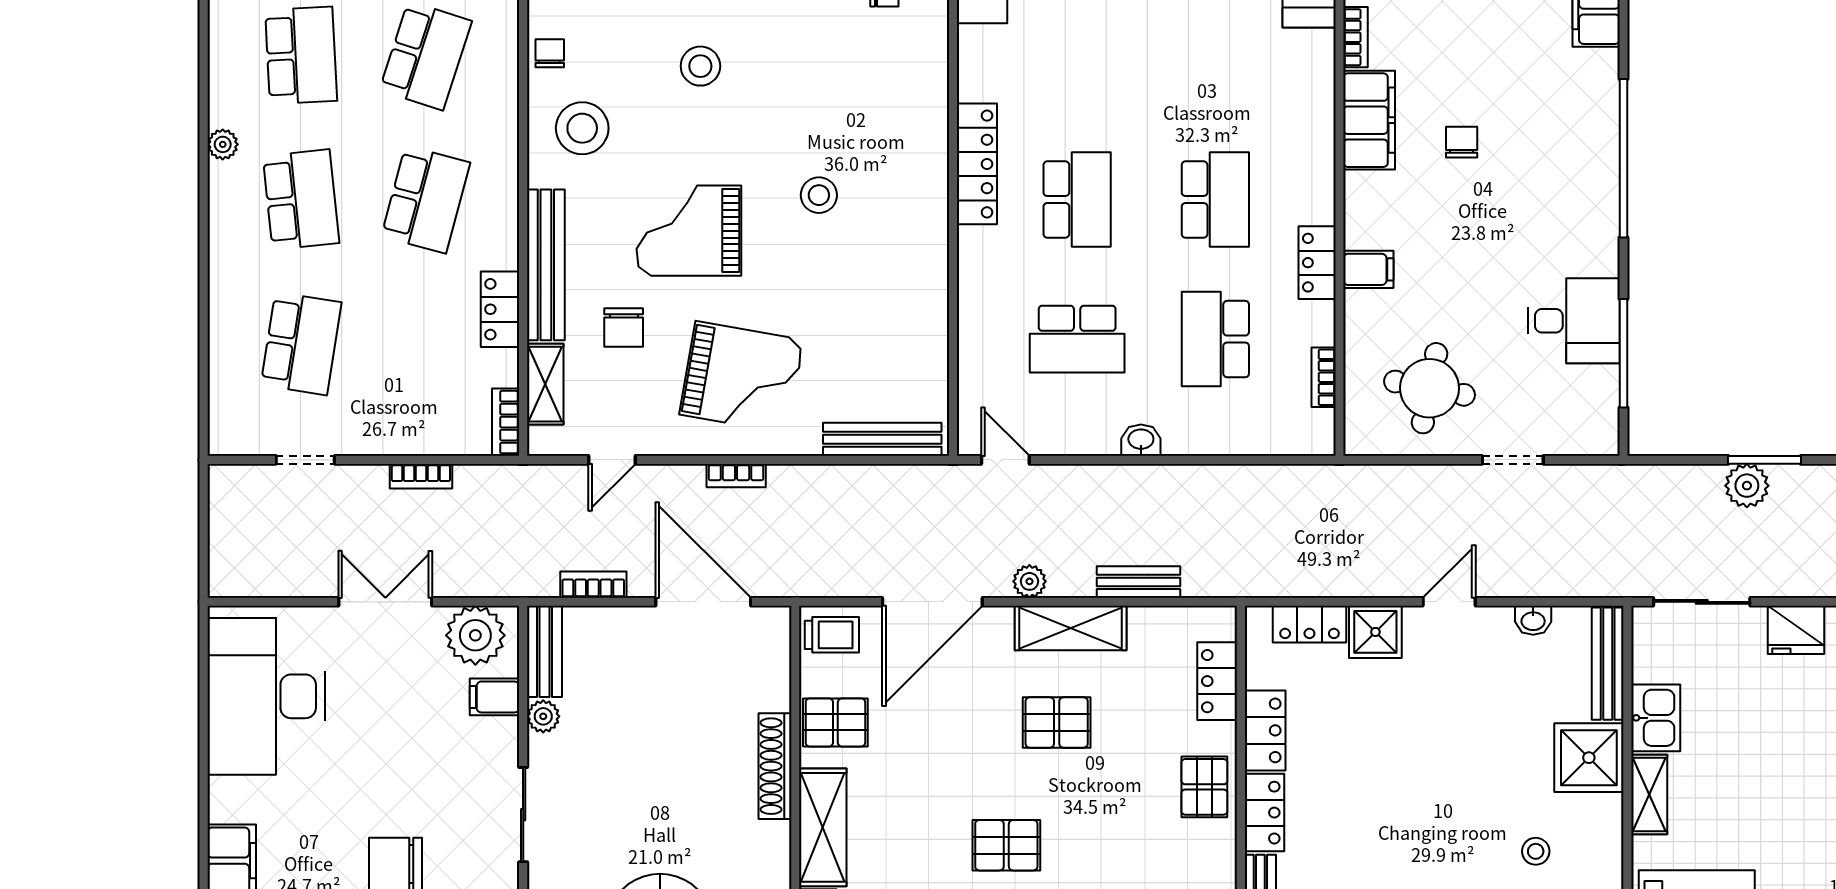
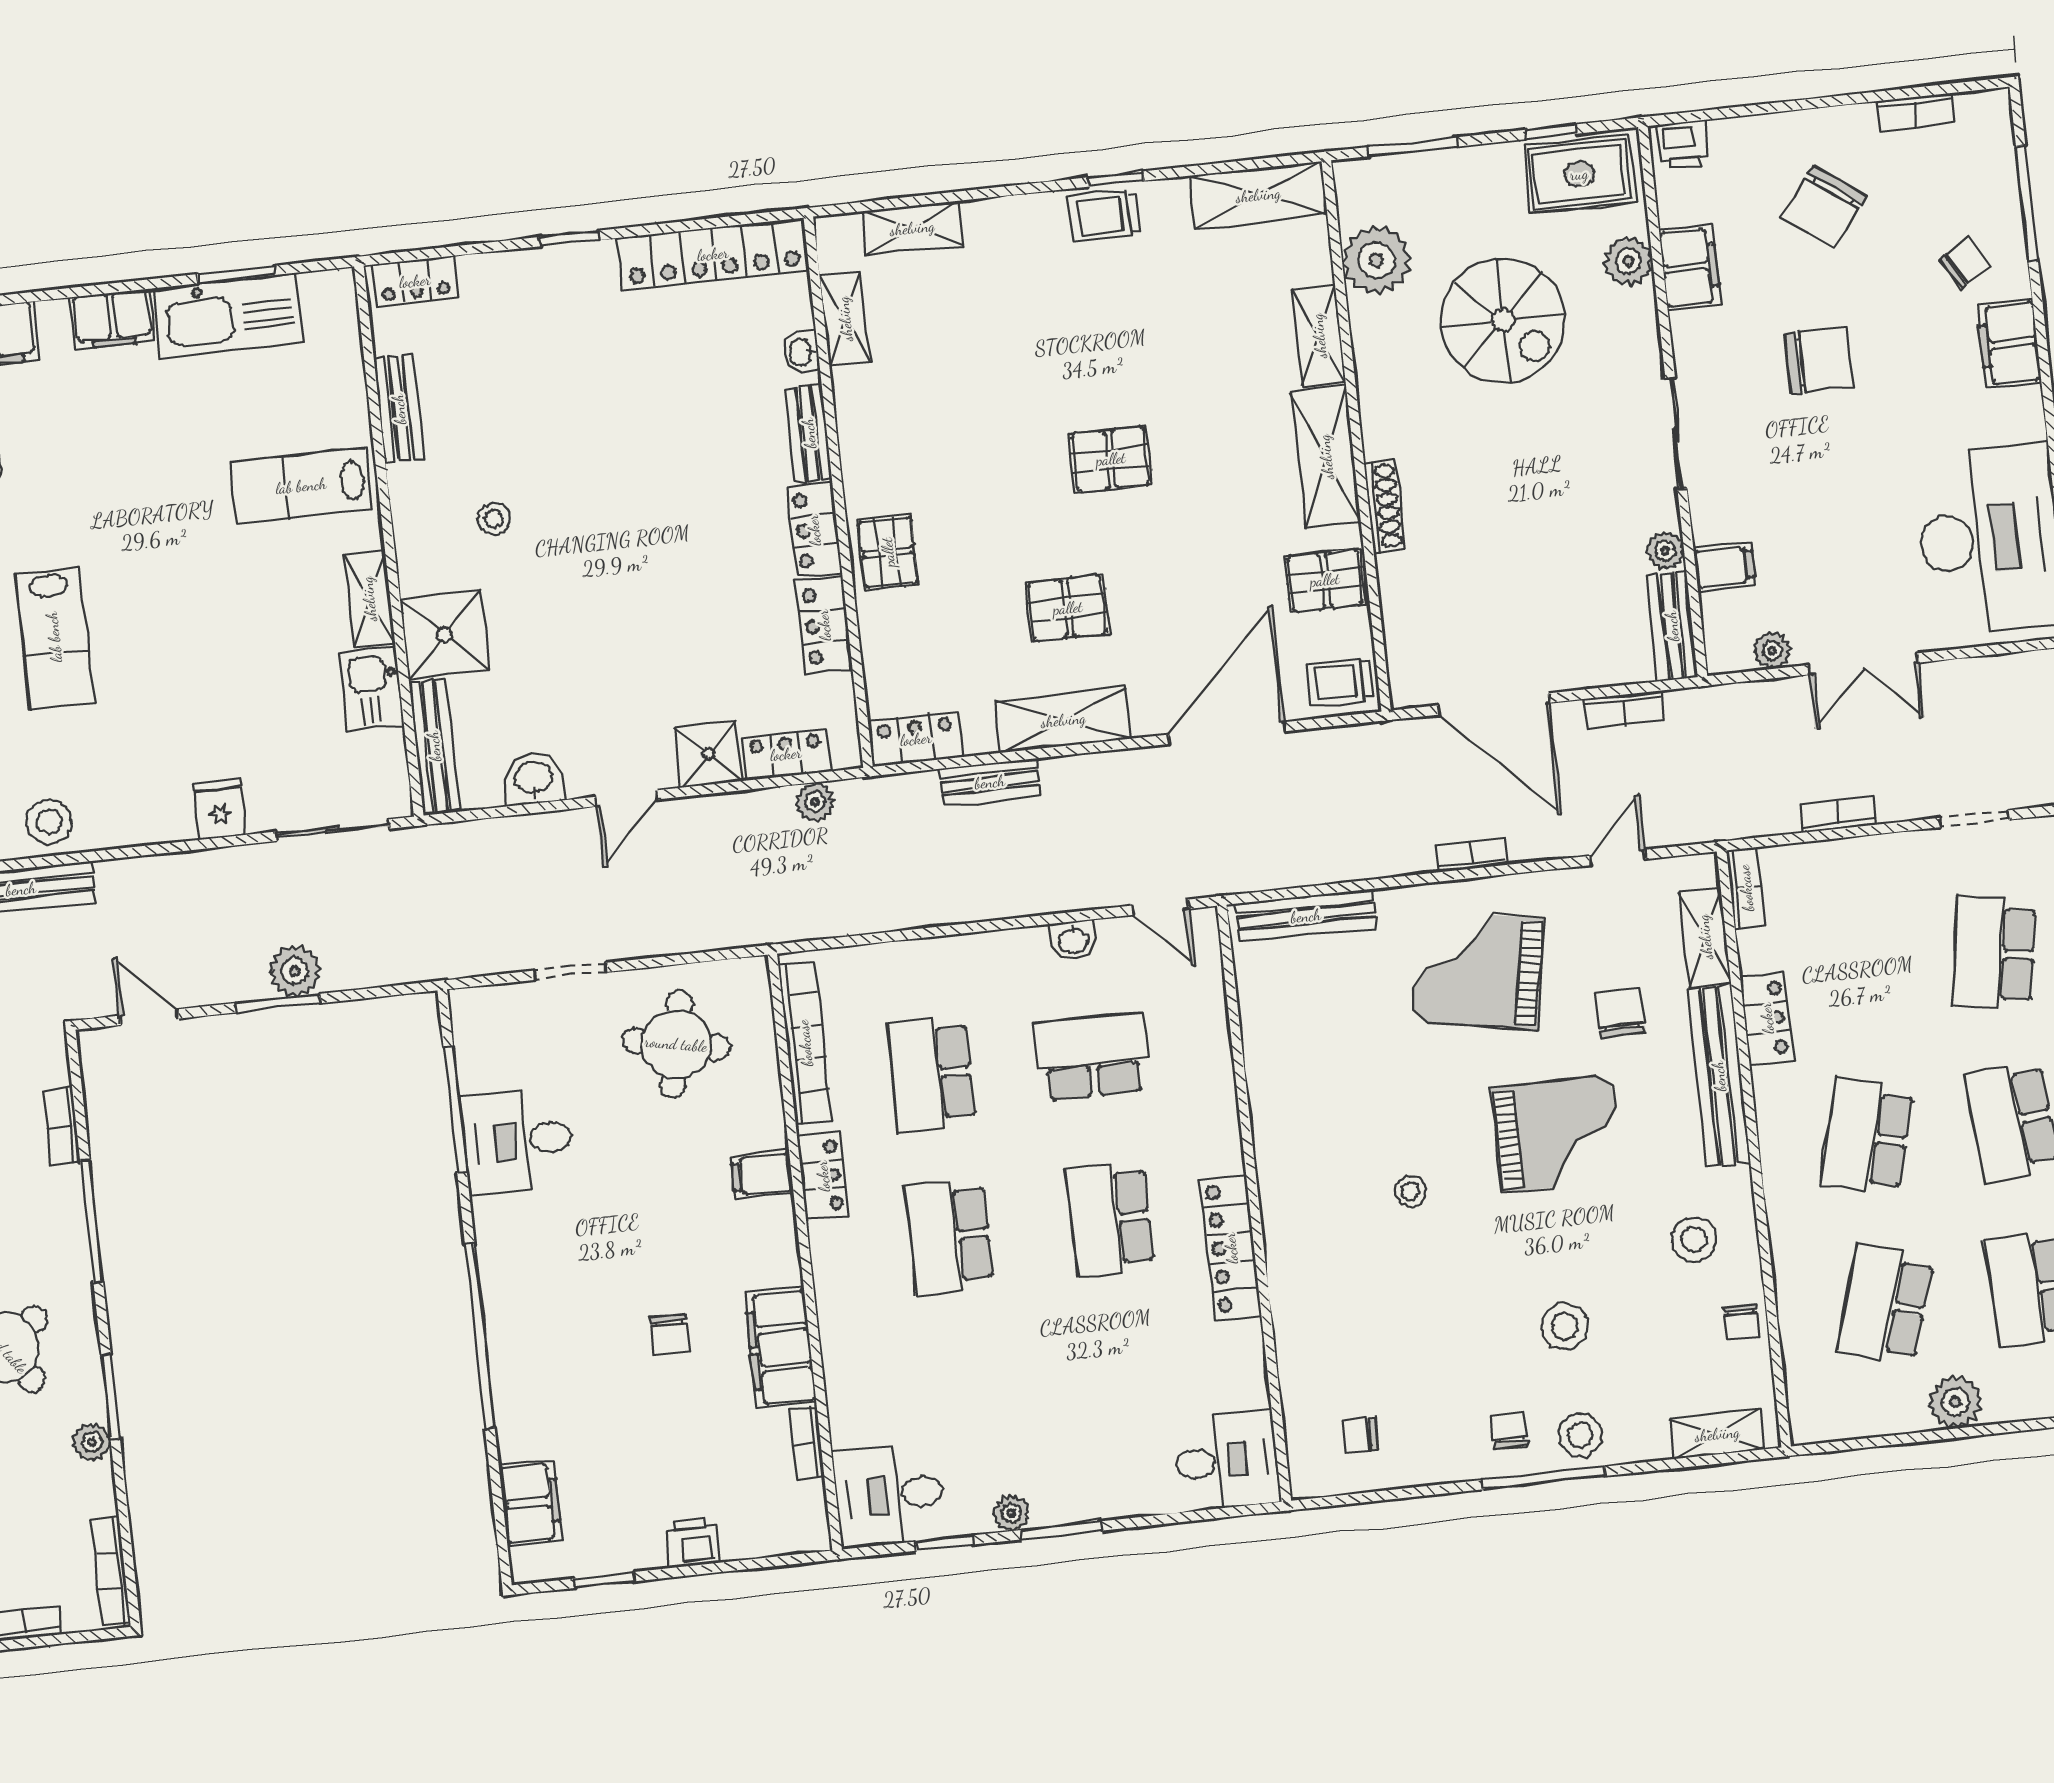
stool: (582, 128) -> (1694, 1239), width x0.73, depth x0.73
stool: (819, 195) -> (1411, 1191), width x0.73, depth x0.73
school desk: (1215, 339) -> (931, 1074), turned 180
bookcase: (1324, 377) -> (805, 1043), width x2.31, depth x1.31
washbasin: (1141, 440) -> (1073, 940), moved
plant: (1029, 581) -> (815, 802), moved
washbasin: (1533, 620) -> (534, 779), width x1.38, depth x1.45
fridge: (1796, 630) -> (220, 809), width x0.72
plant: (475, 635) -> (1772, 651), width x0.53, depth x0.53
locker: (1217, 681) -> (916, 739), moved, turned -90
shoe rack: (775, 766) -> (1384, 506), width x0.74, depth x0.81

